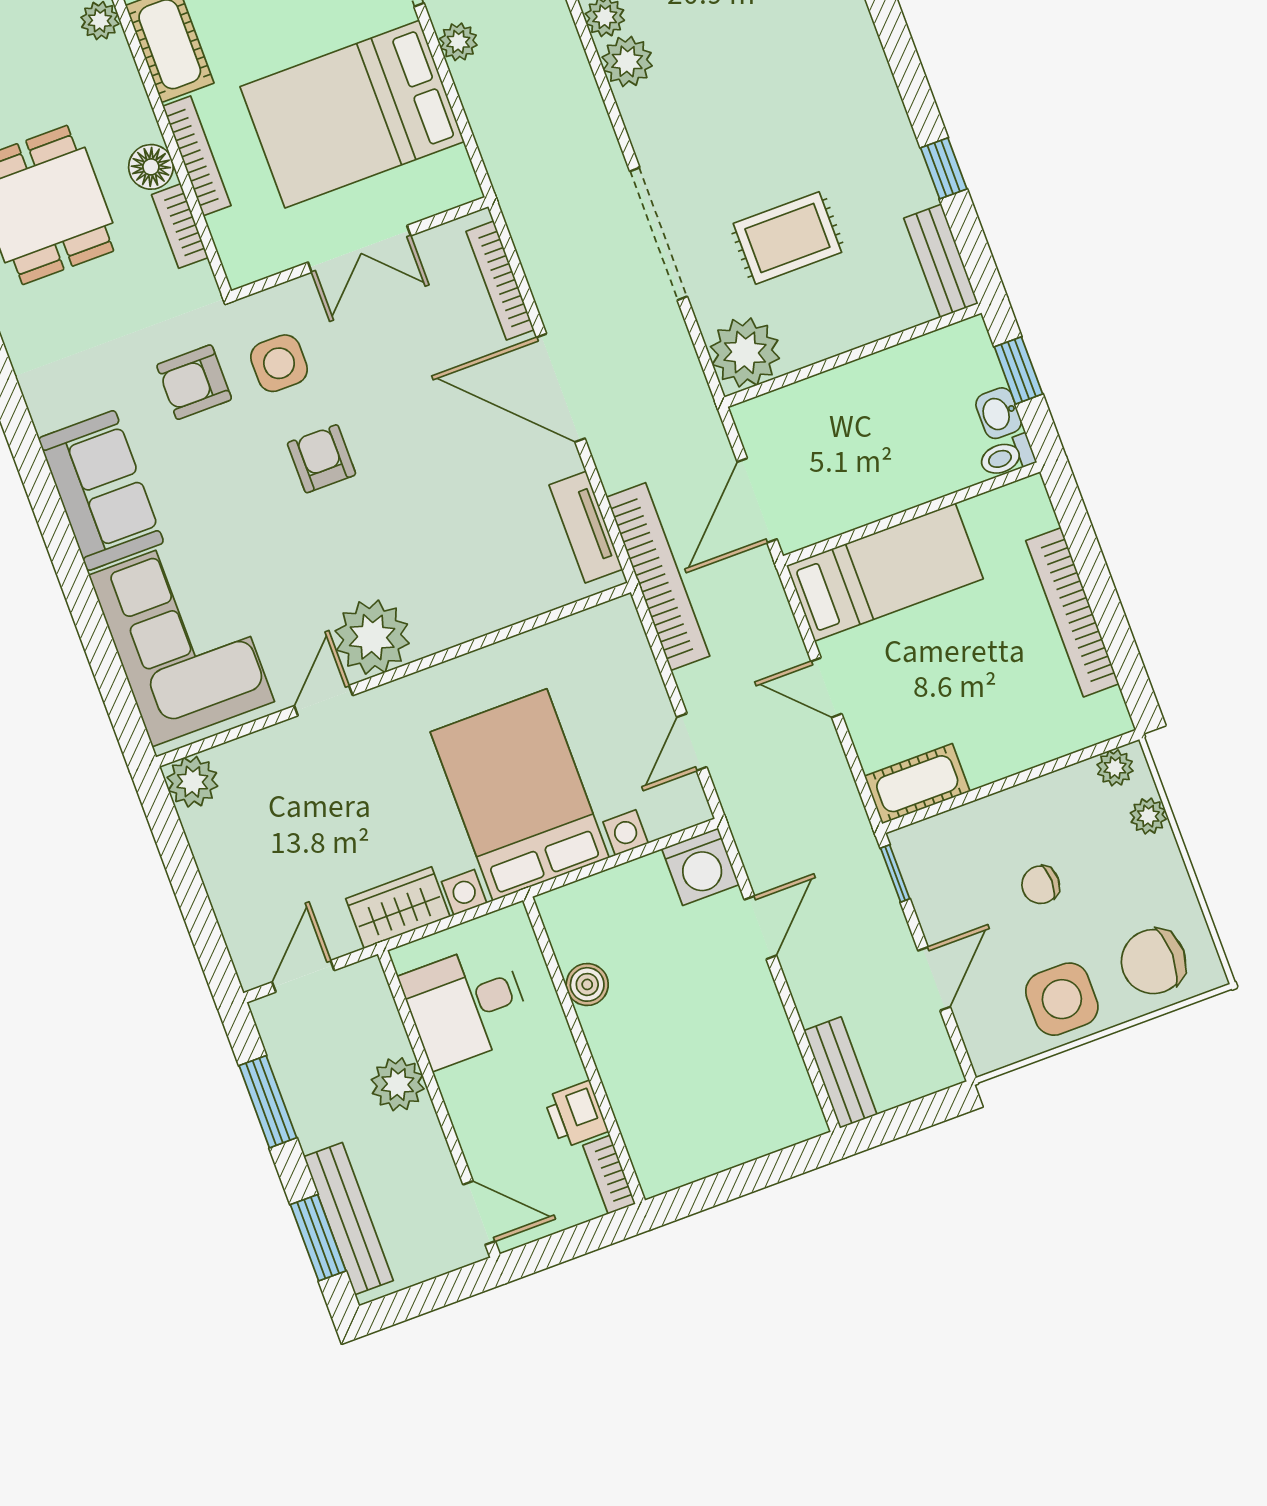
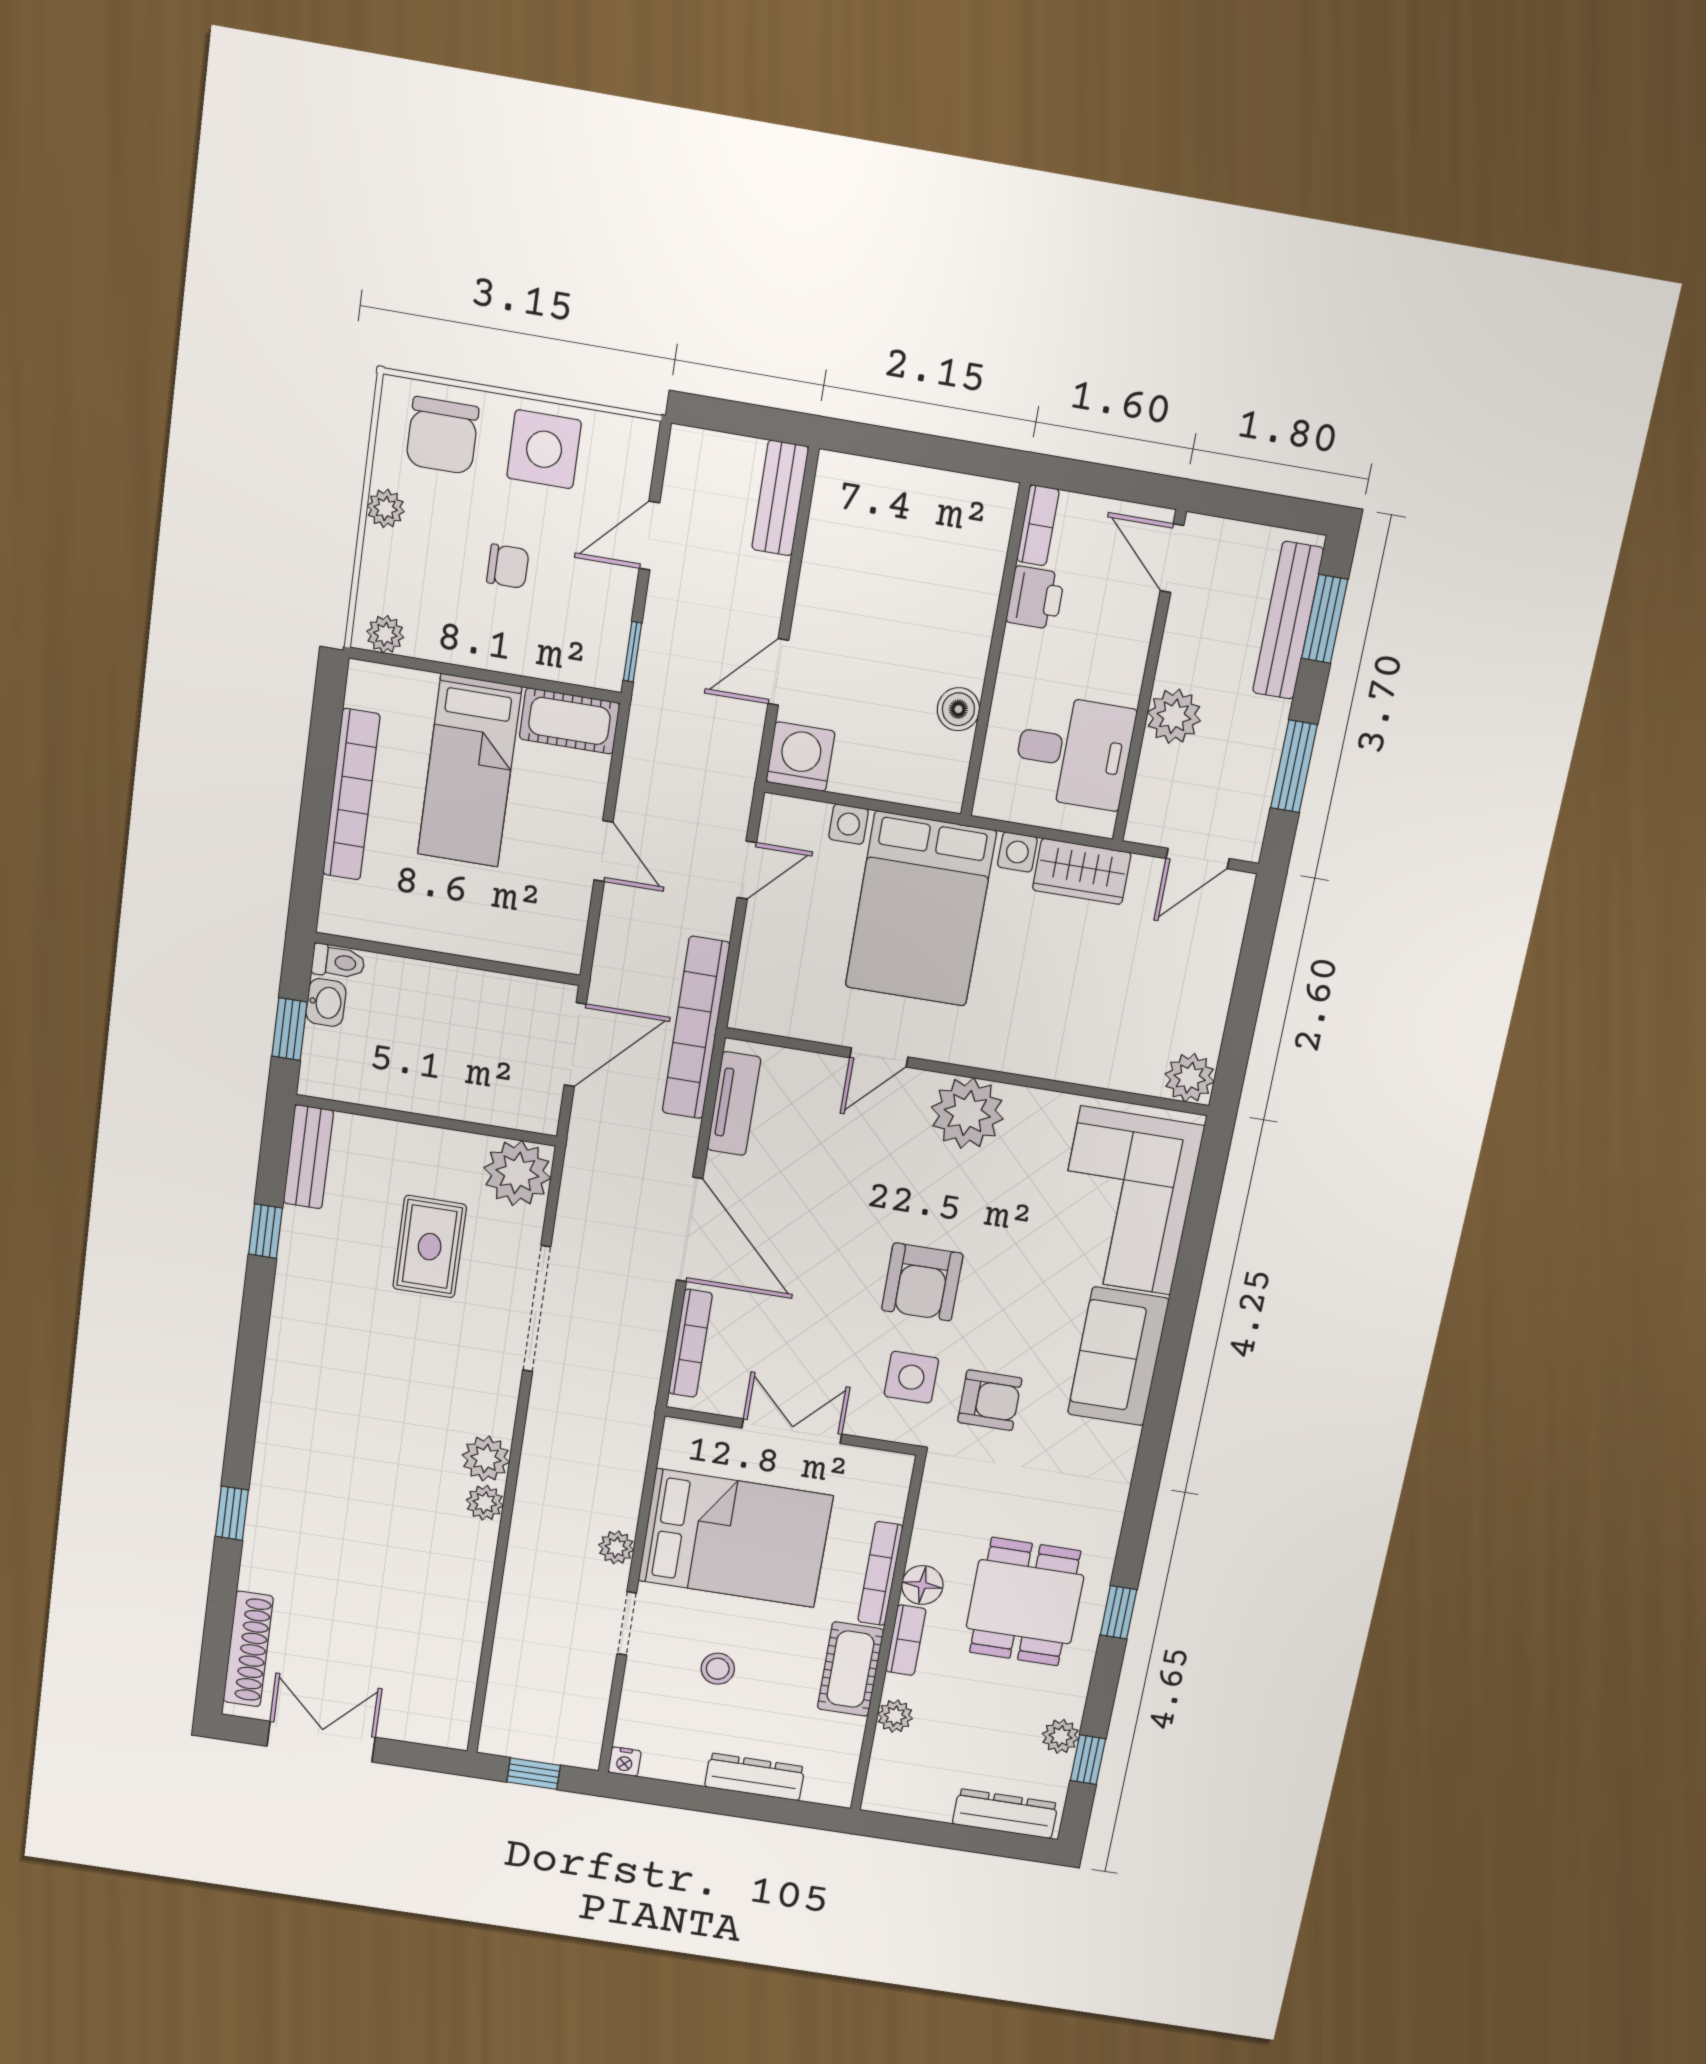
bookcase: (180, 226) -> (906, 1640), moved
rug: (787, 238) -> (430, 1247), turned 90
armchair: (322, 459) -> (922, 1282), width x1.38, depth x1.38
bed: (885, 572) -> (469, 771), moved, turned -90
door: (323, 701) -> (879, 1057), moved
plant: (1148, 816) -> (386, 508), moved
chair: (1153, 962) -> (442, 436), turned 90

